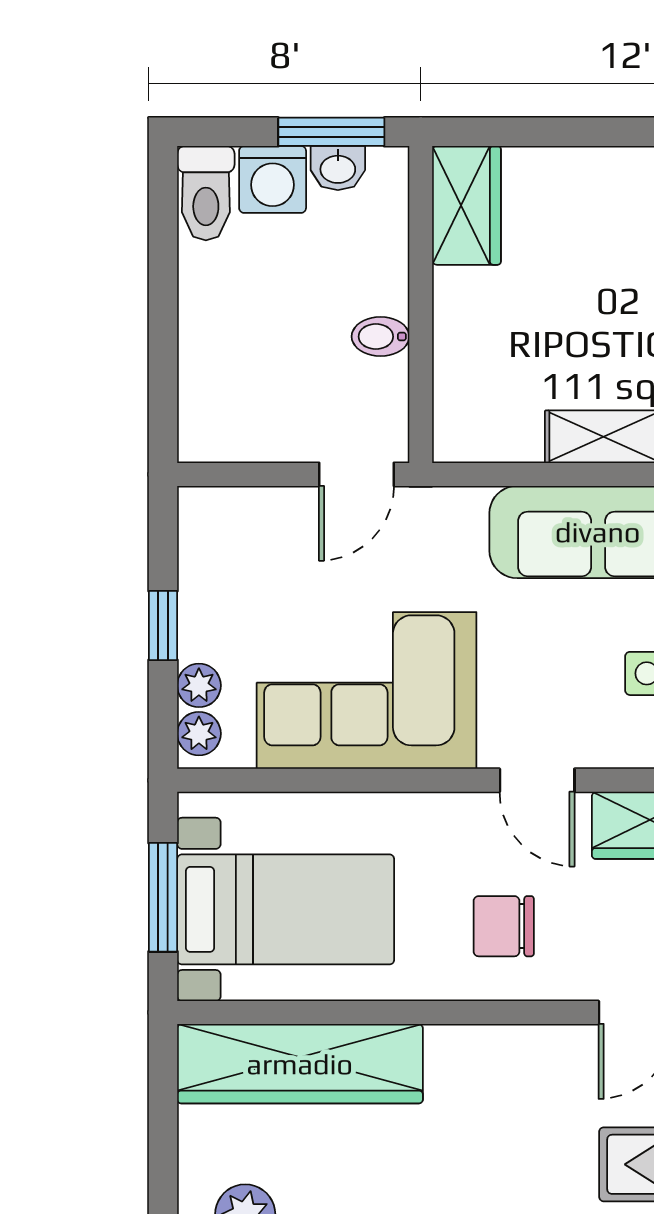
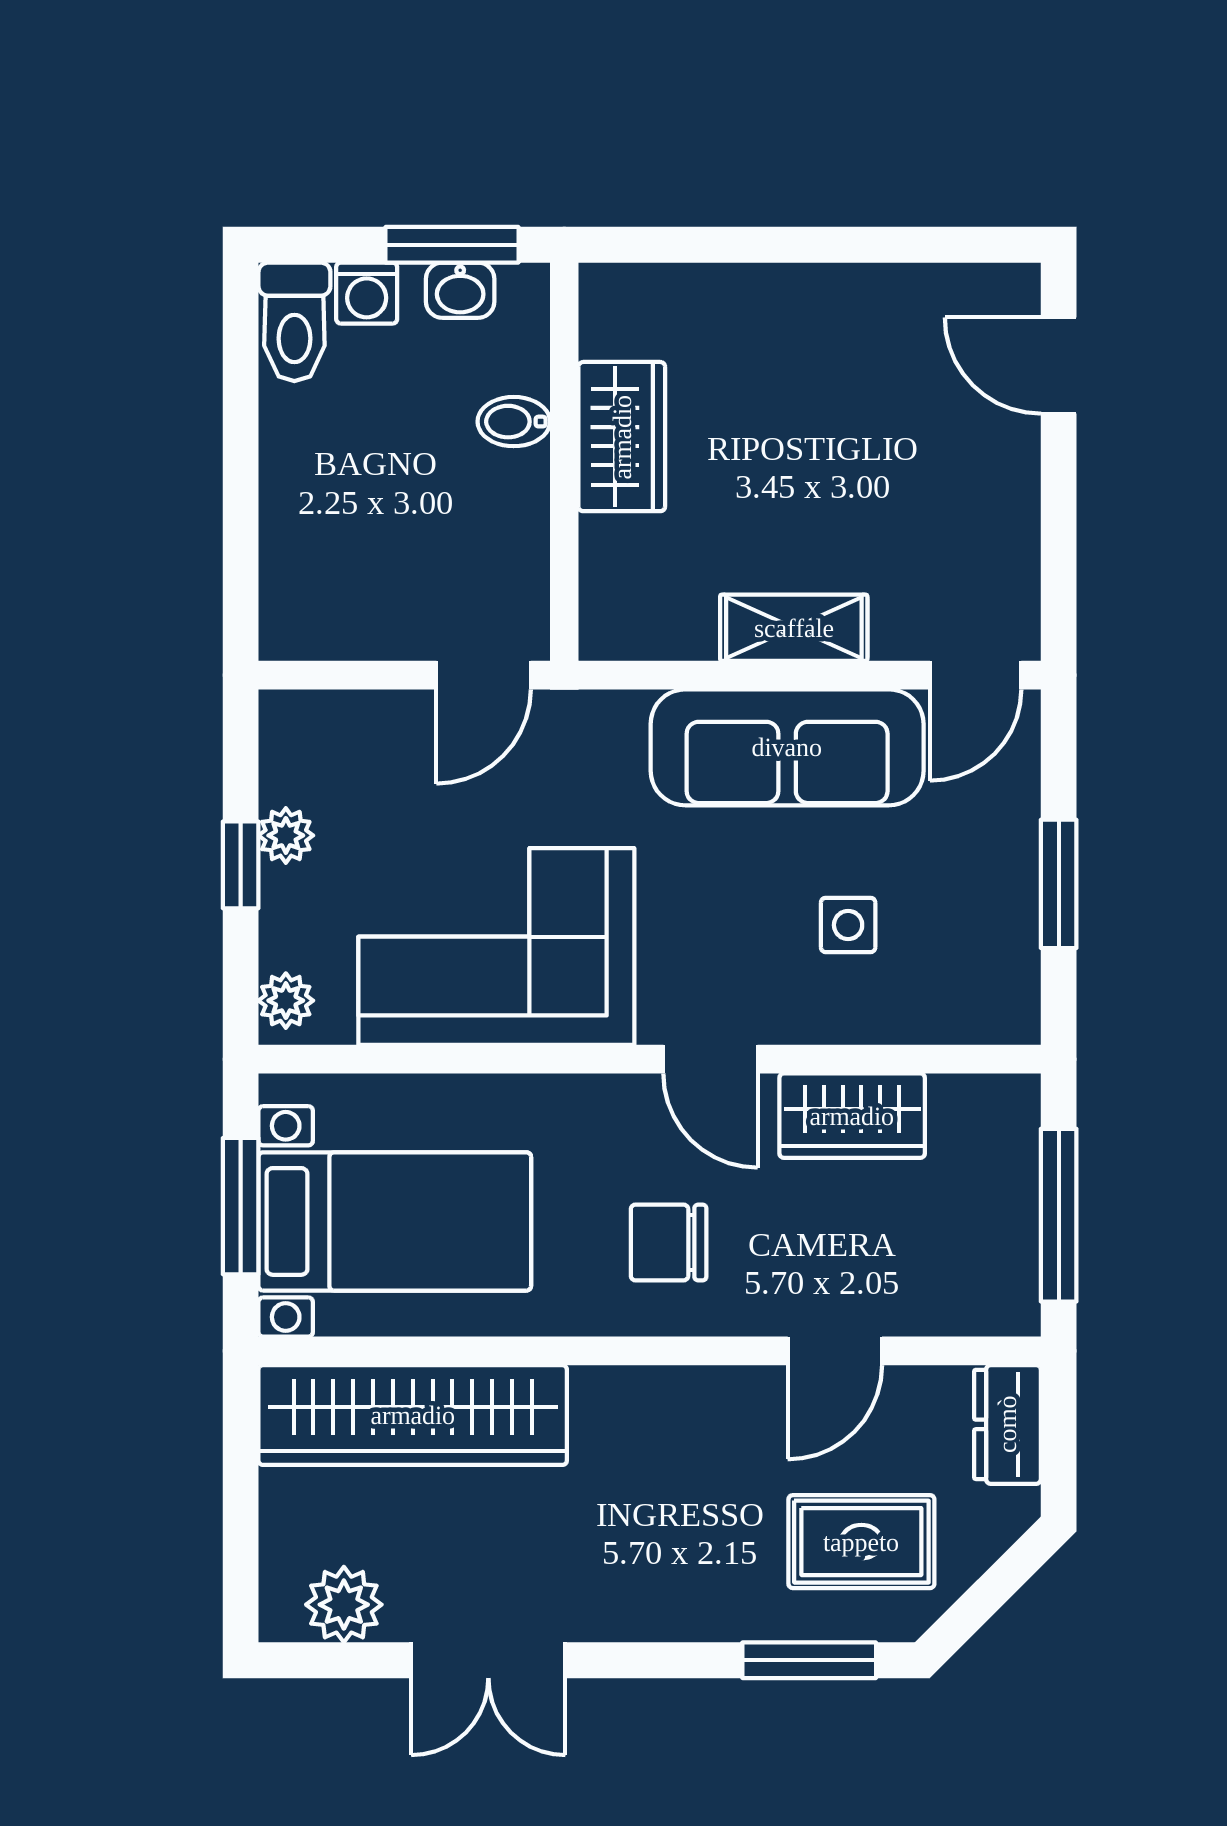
washing machine: (273, 179) -> (367, 293), width x0.73, depth x0.73
wardrobe: (466, 205) -> (622, 437), moved
bidet: (380, 337) -> (514, 422), moved
plant: (199, 685) -> (286, 835), moved

